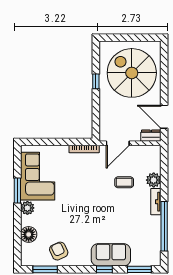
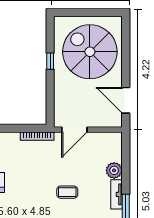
dresser: (151, 136) -> (111, 121), removed
coffee table: (124, 182) -> (67, 192), moved

